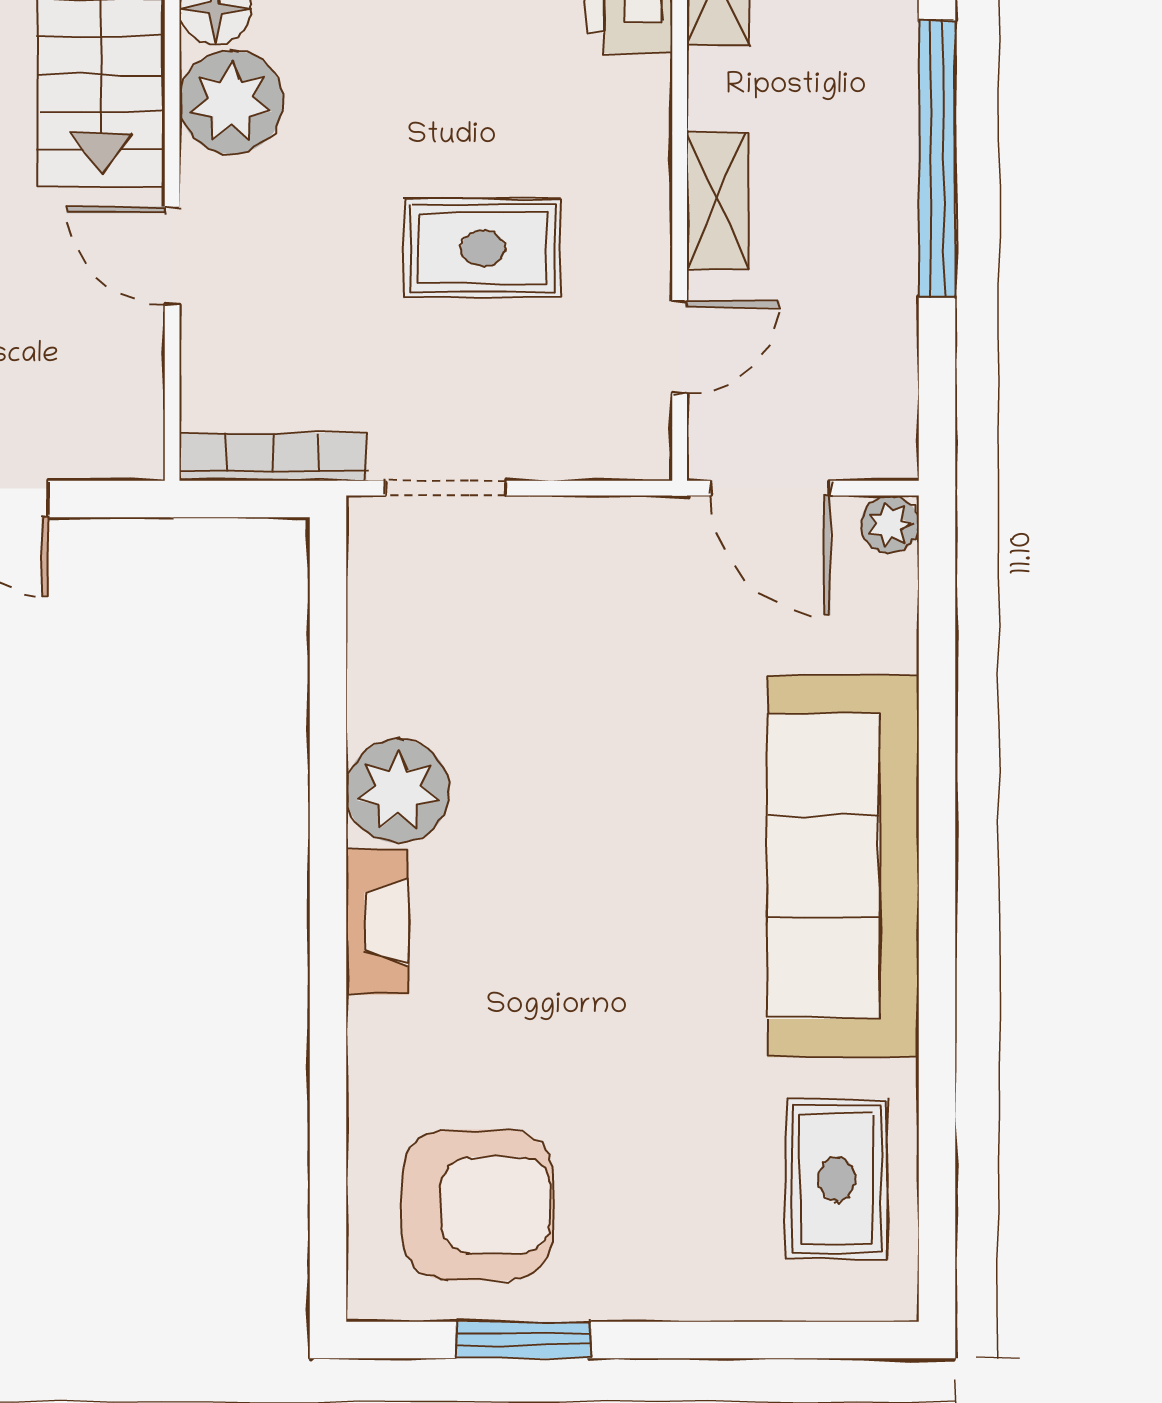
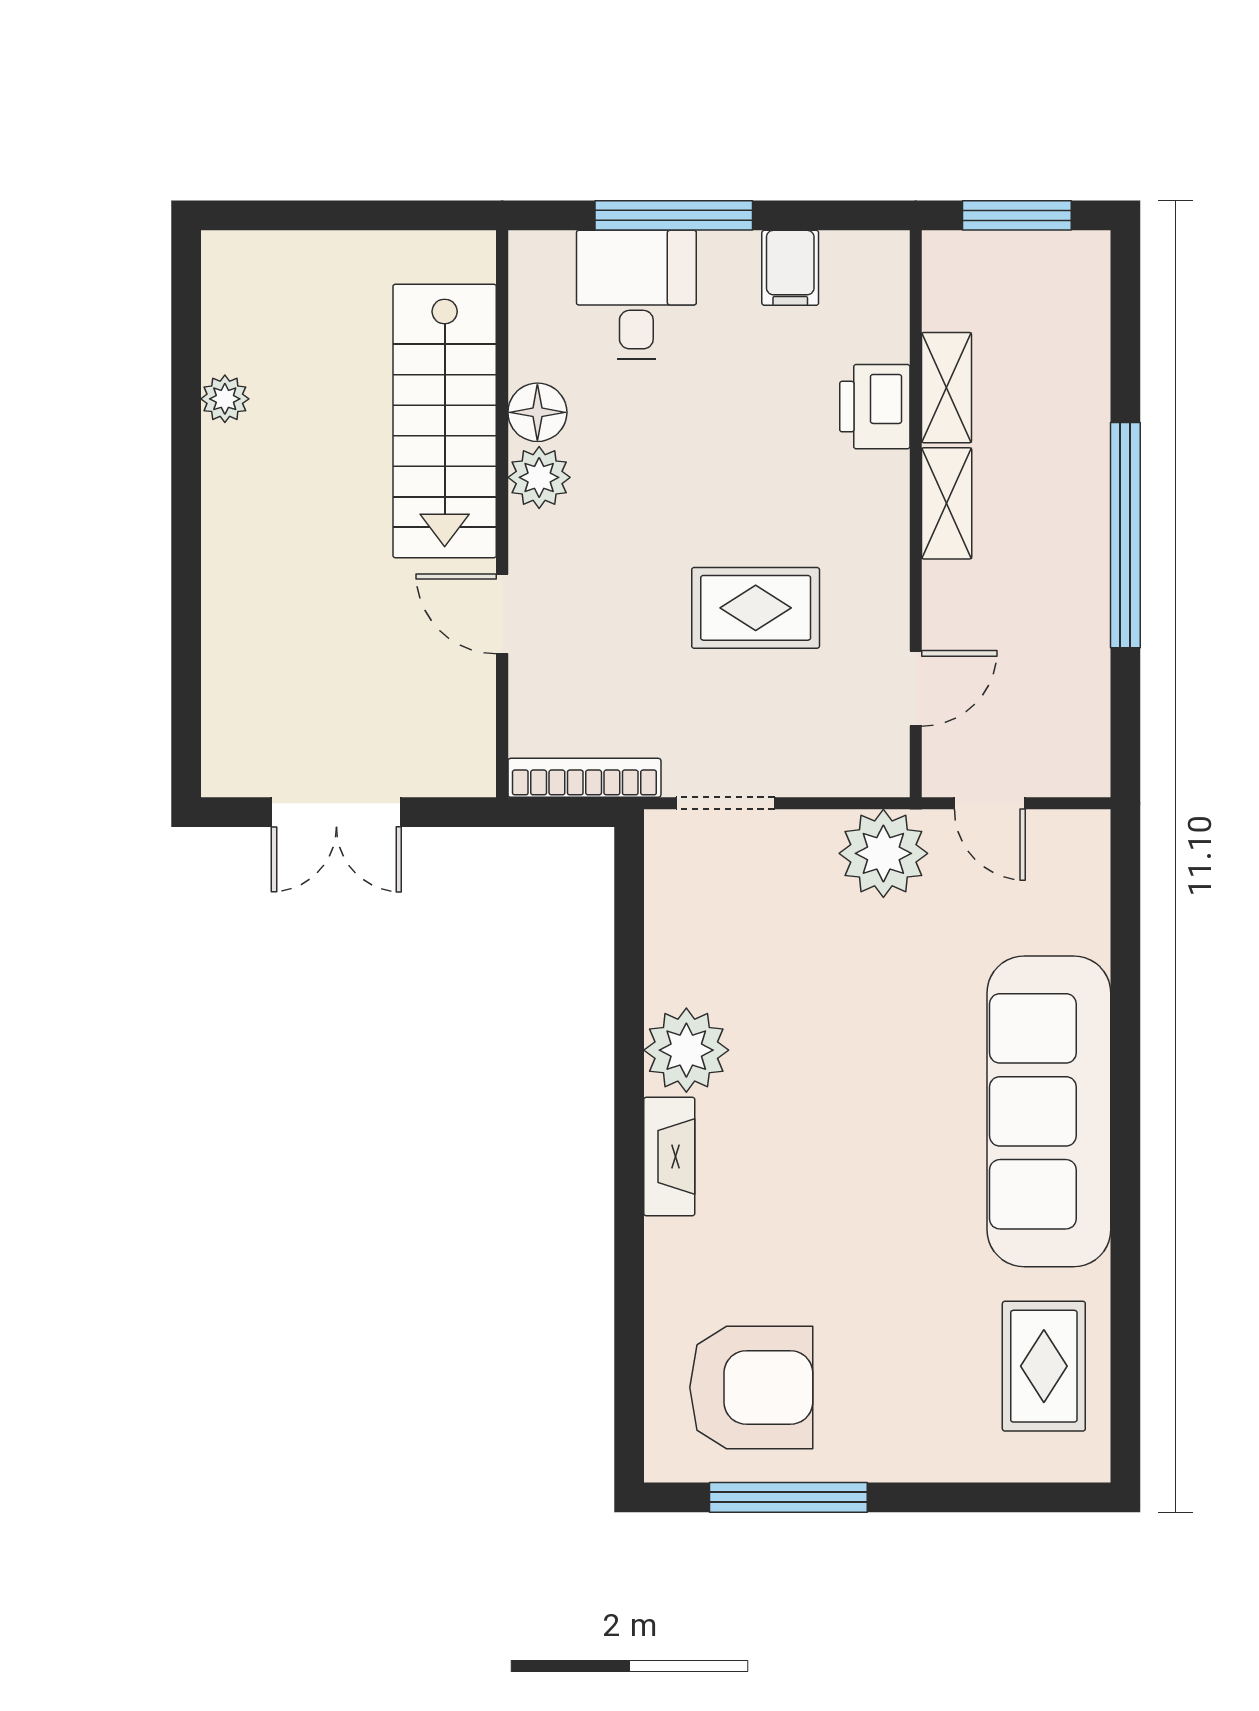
plant: (231, 102) -> (539, 477), width x0.73, depth x0.73
shelving: (718, 201) -> (947, 503), moved
door: (770, 488) -> (990, 803), width x0.73
plant: (890, 524) -> (883, 853), moved, width x1.87, depth x1.87
window: (523, 1340) -> (788, 1497), width x1.44

